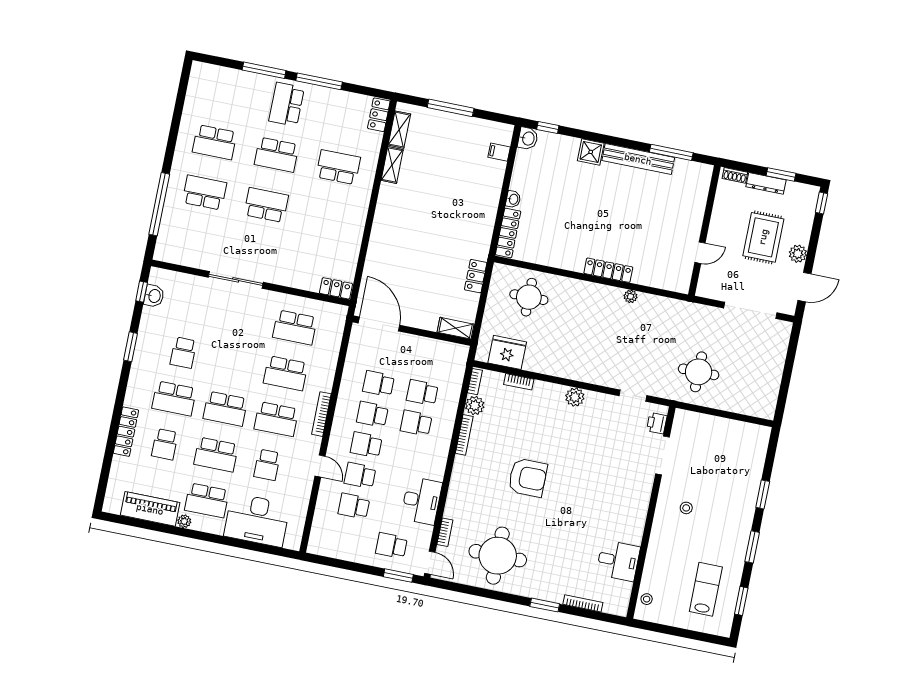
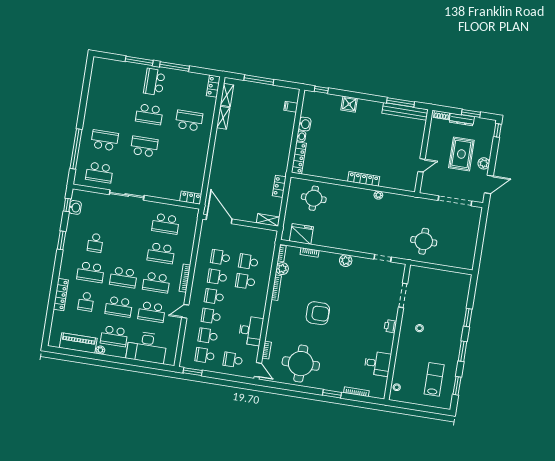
washbasin: (528, 138) -> (305, 124), moved
school desk: (215, 142) -> (99, 173), moved
bench: (638, 159) -> (405, 111), moved
printer: (657, 423) -> (390, 326), moved
school desk: (267, 465) -> (152, 312), width x1.85
door: (320, 466) -> (185, 311), swing flipped
school desk: (348, 537) -> (205, 355), added
window: (398, 576) -> (193, 372), moved

